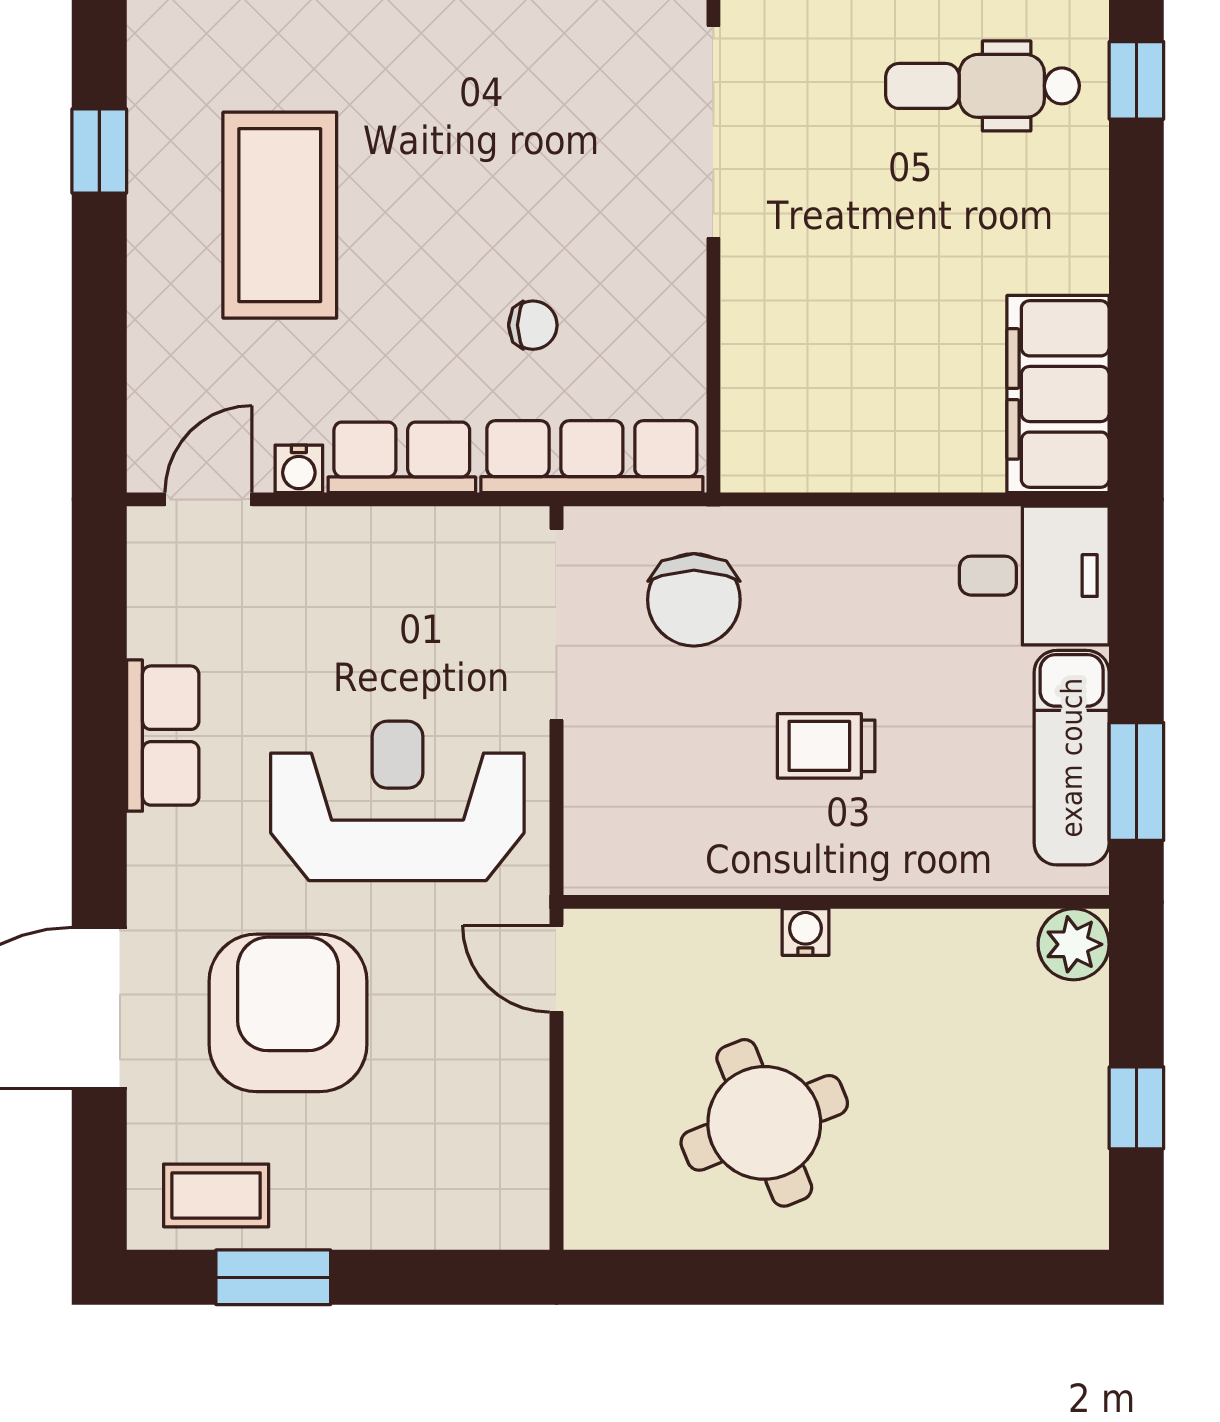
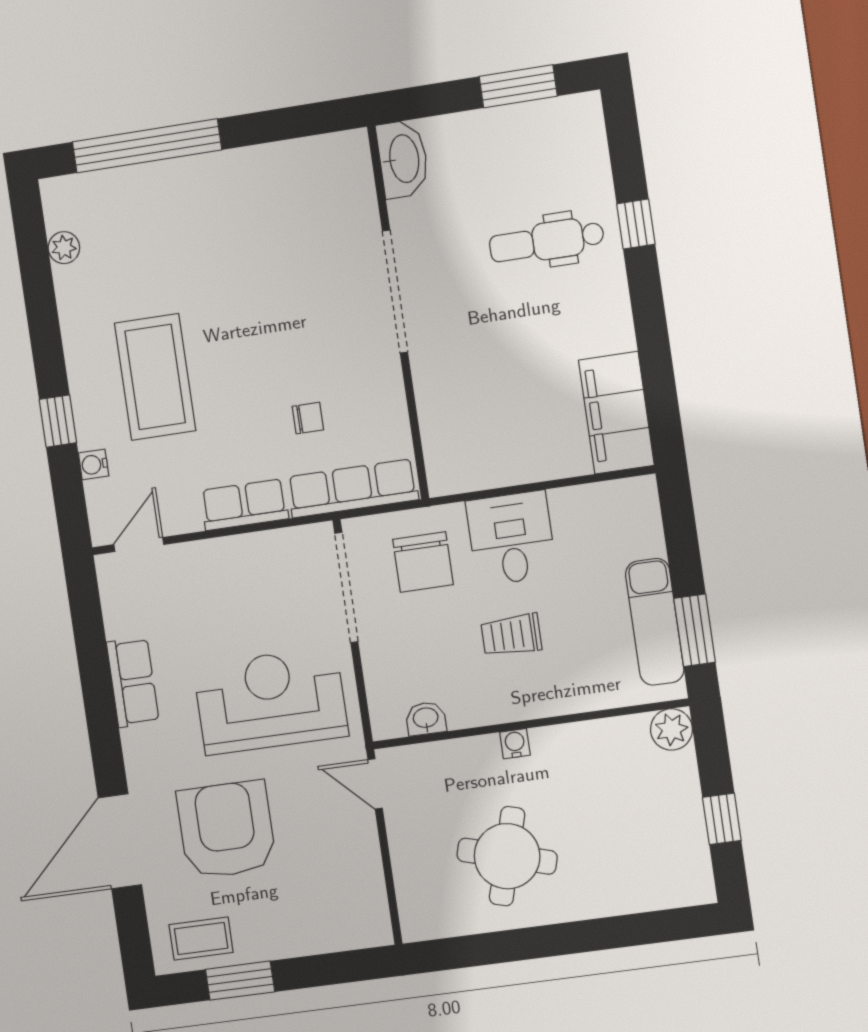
window: (99, 151) -> (58, 421), moved
water cooler: (299, 469) -> (94, 464), moved, turned 90
desk: (1034, 576) -> (511, 538), moved, turned -90
washbasin: (660, 868) -> (426, 719), added
round table: (764, 1123) -> (507, 856), turned 38

